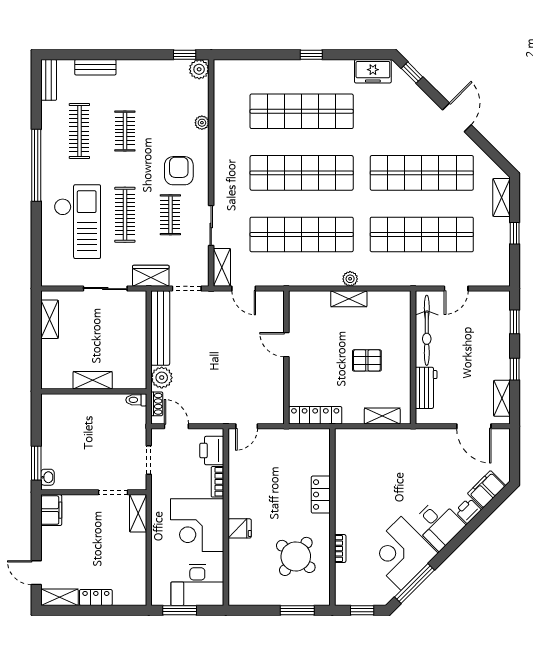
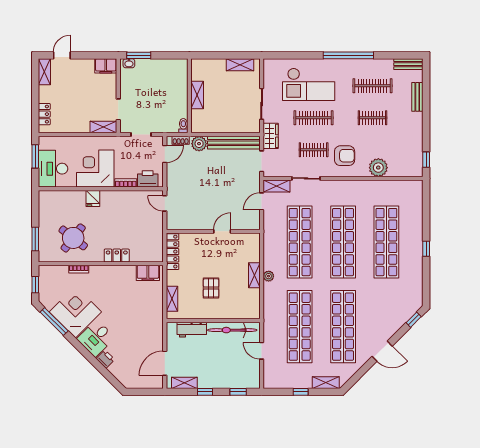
plant: (199, 69) -> (416, 170), removed
freezer: (373, 71) -> (414, 292), removed
plant: (202, 123) -> (378, 168), width x1.88, depth x1.88
filing cabinet: (487, 490) -> (148, 273), moved, turned 135
locker: (96, 598) -> (44, 114), moved

